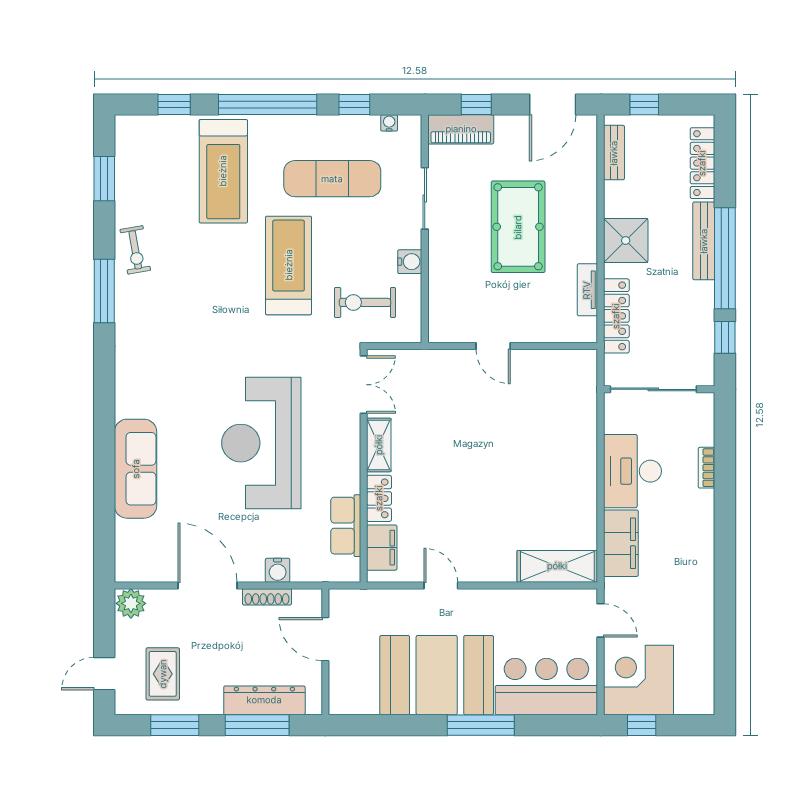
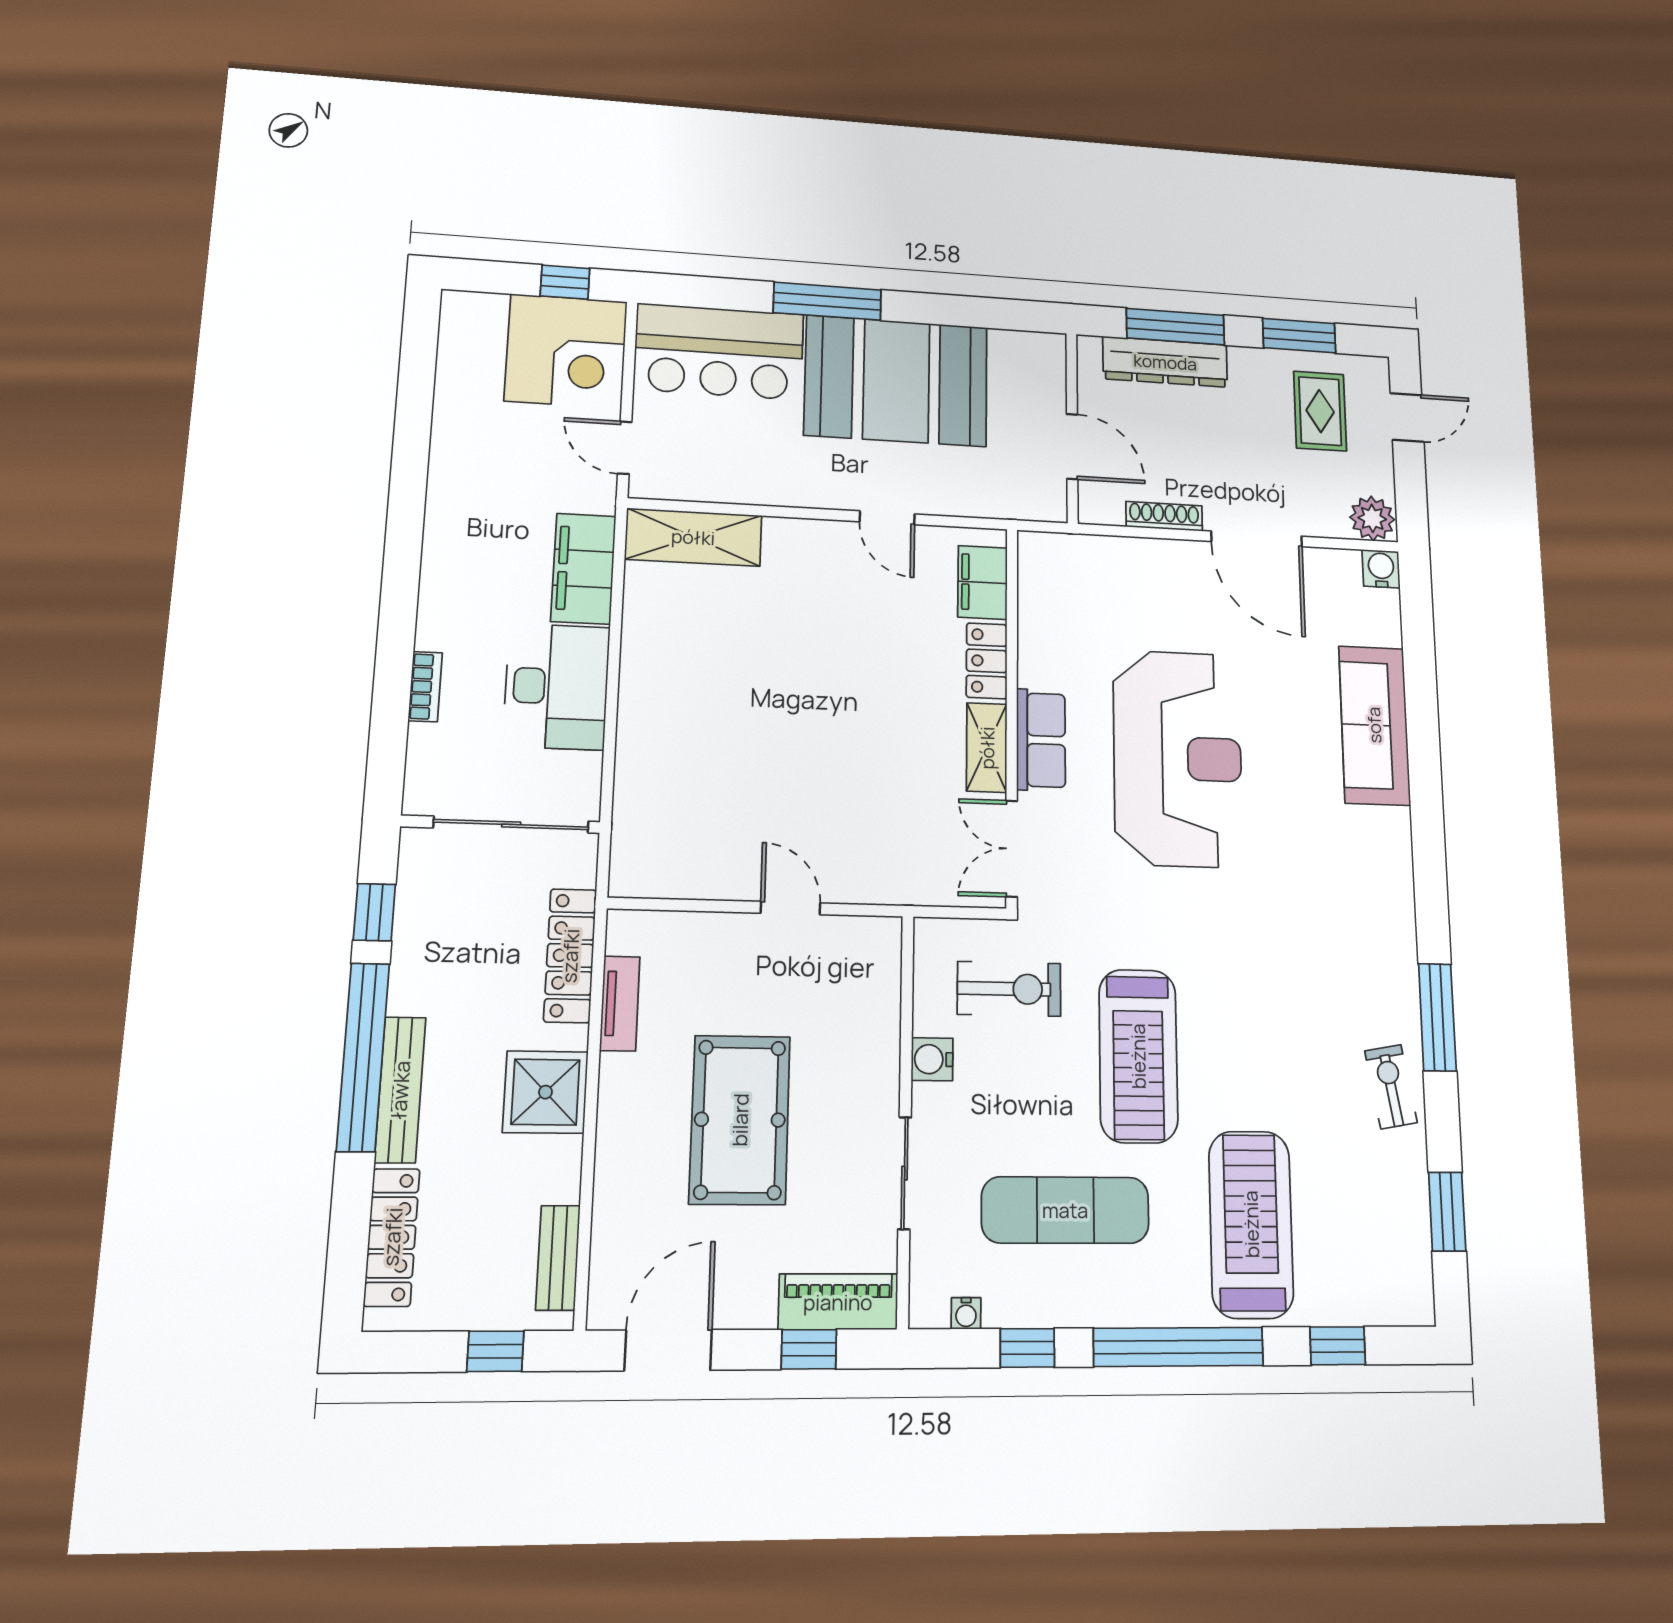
row of seats: (346, 526) -> (1041, 740), moved
water cooler: (278, 570) -> (1381, 569), moved

